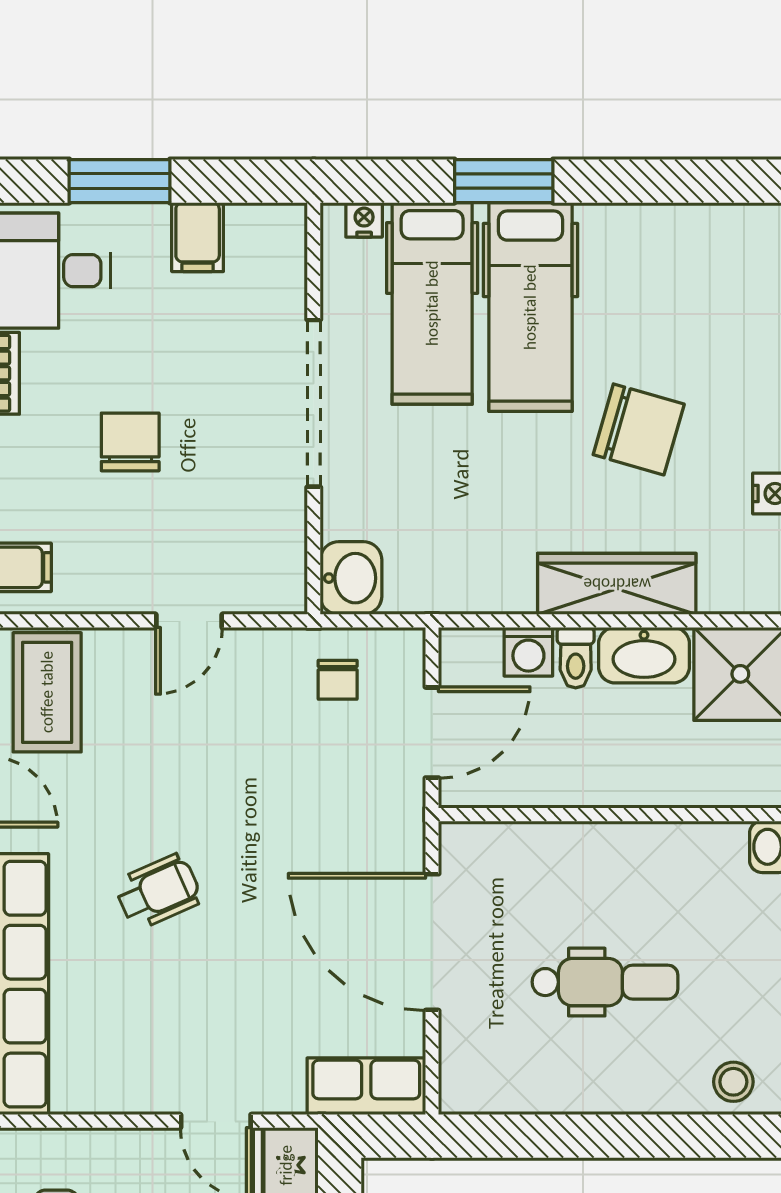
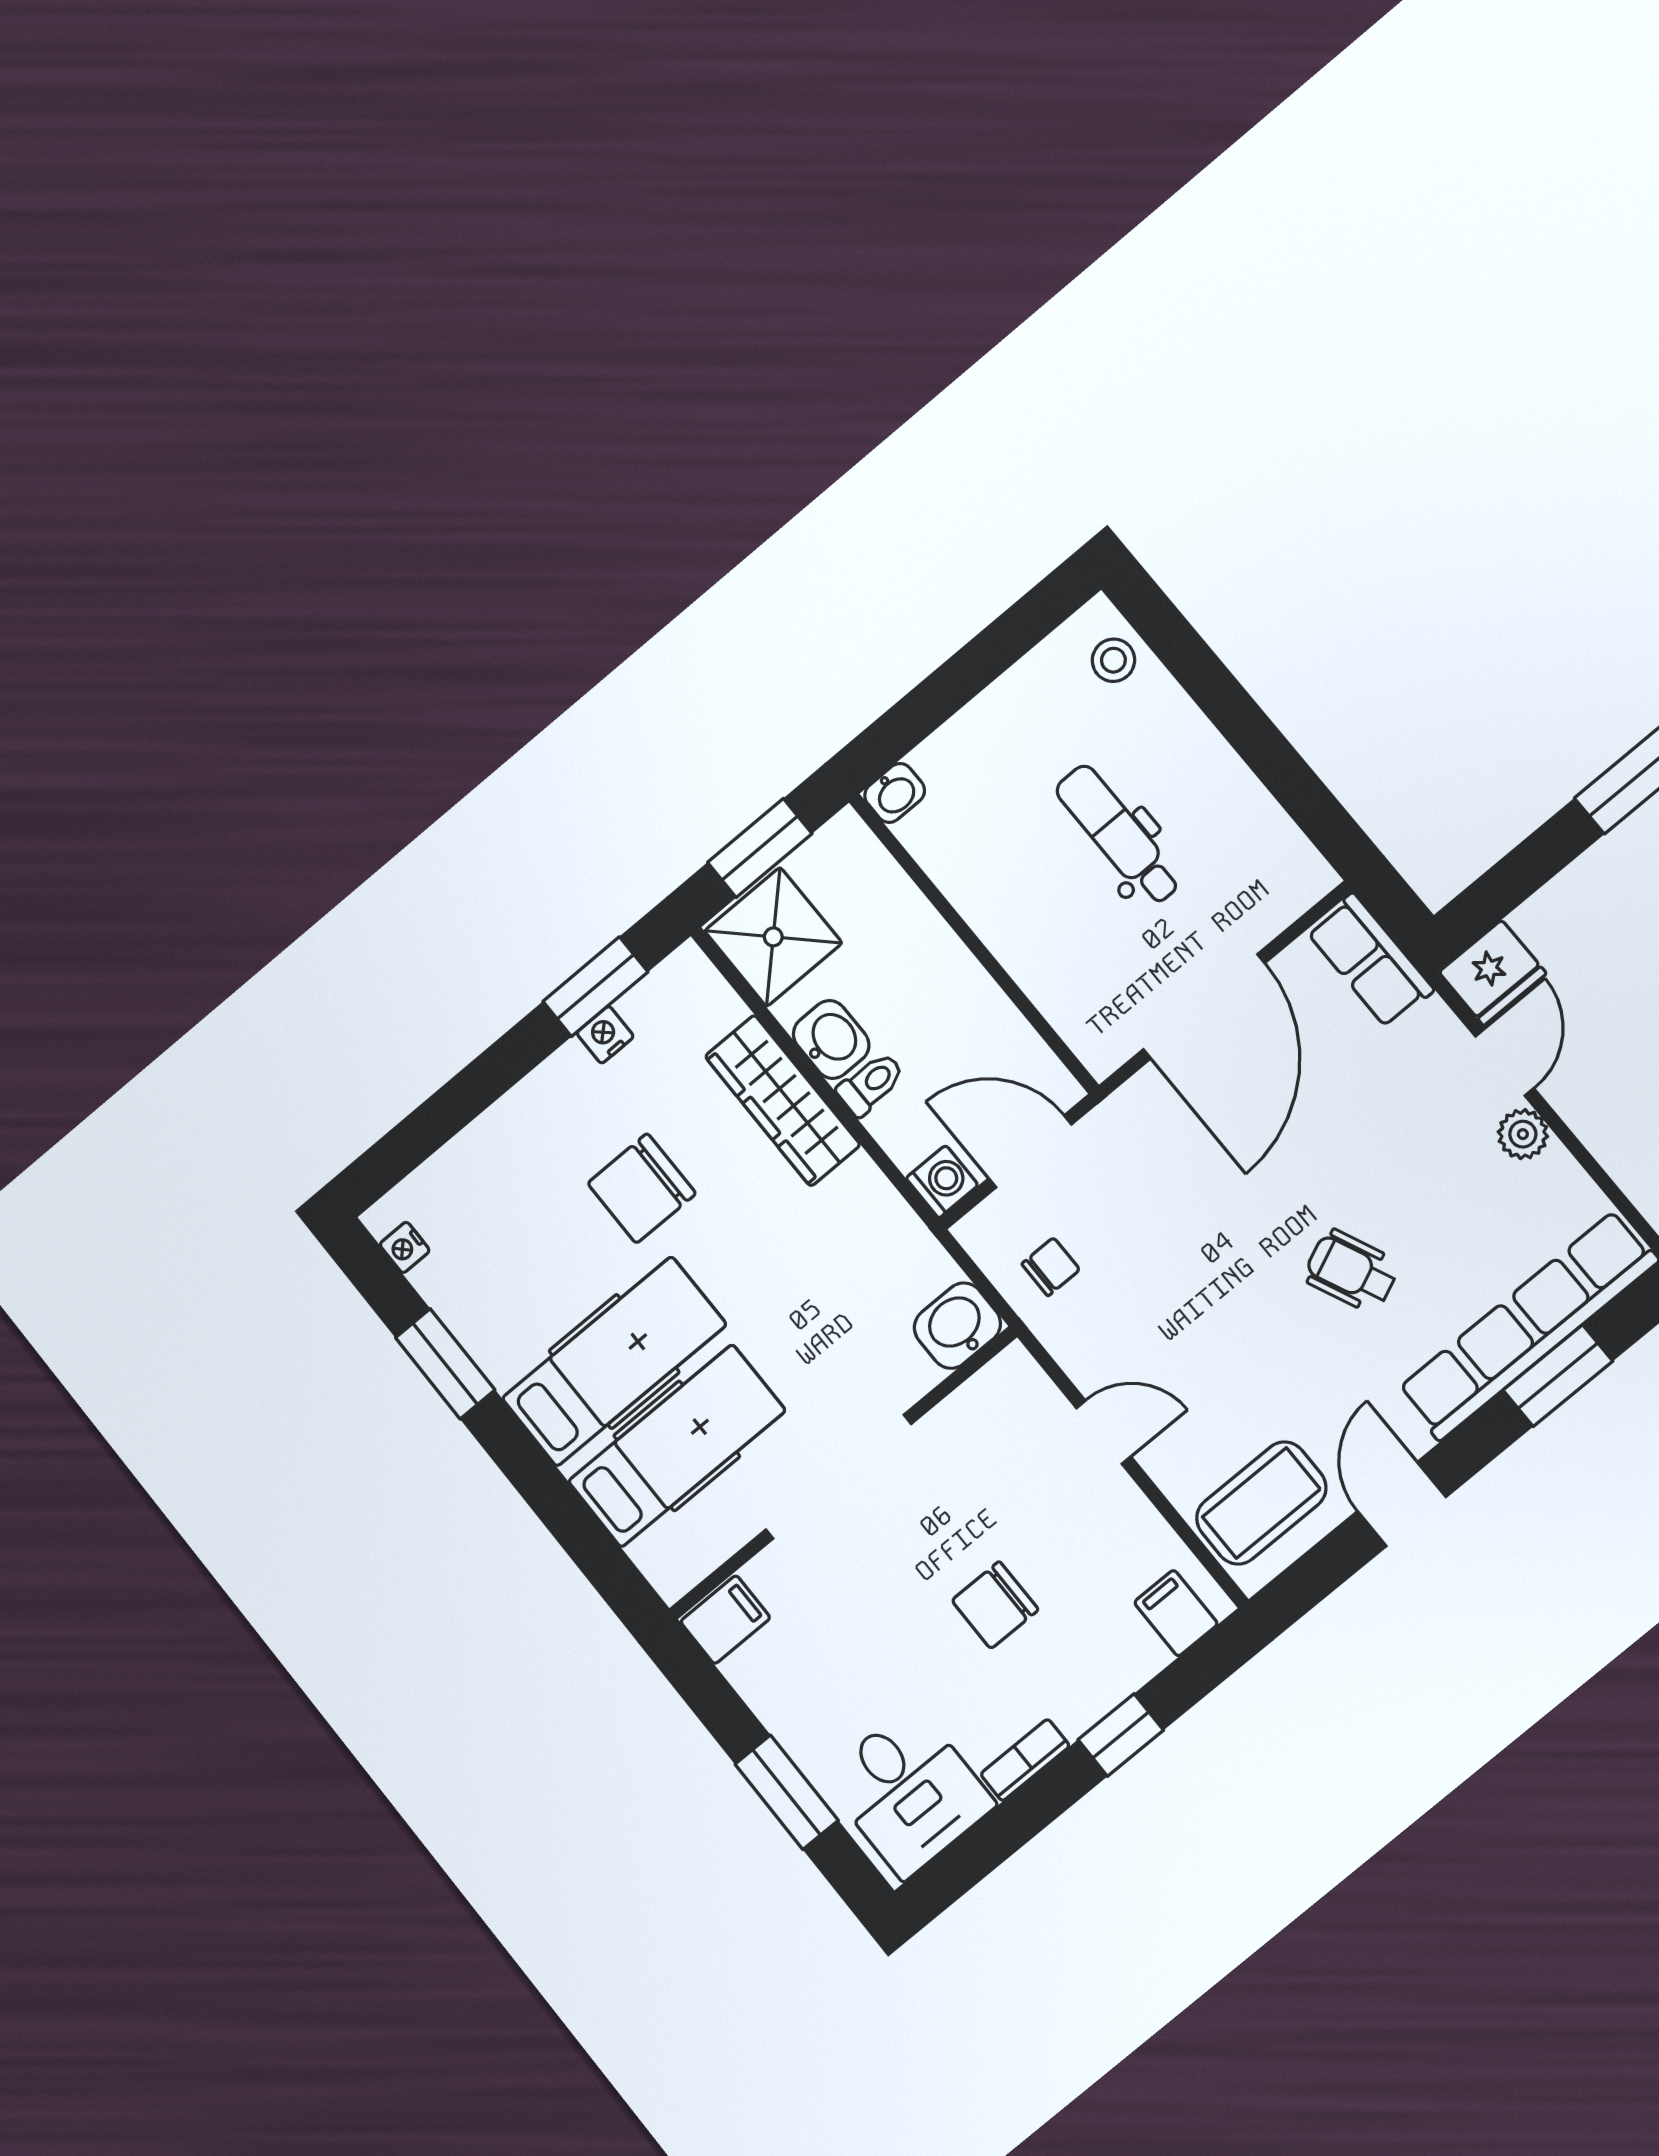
window: (504, 181) -> (445, 1364), moved
nightstand: (364, 220) -> (405, 1247), moved
filing cabinet: (198, 237) -> (725, 1620), moved
chair: (639, 429) -> (642, 1188), turned -106
washing machine: (528, 652) -> (942, 1182), moved
washbasin: (644, 655) -> (831, 1039), width x0.72
plant: (155, 1092) -> (1523, 1134), added

